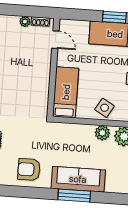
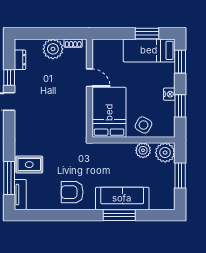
plant: (25, 22) -> (53, 49), width x1.88, depth x1.88
door: (55, 40) -> (89, 78), moved
bed: (66, 92) -> (109, 112), width x1.50

